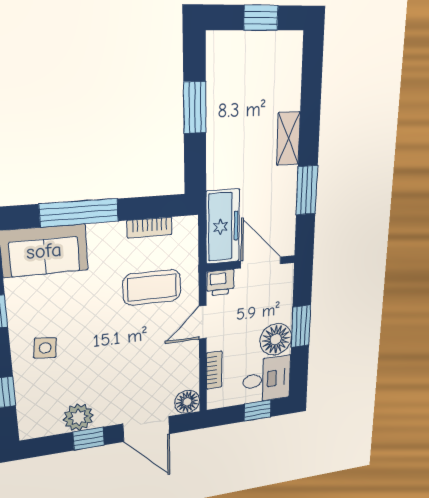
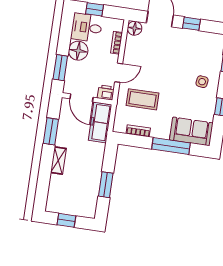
window: (301, 326) -> (60, 68), moved
plant: (78, 417) -> (194, 38), removed

